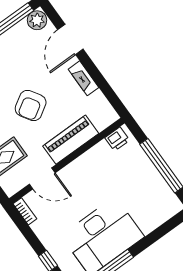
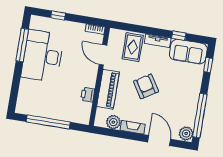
plant: (97, 102) -> (113, 122), added
printer: (117, 139) -> (88, 95), moved
door: (42, 178) -> (103, 55), hinge flipped

